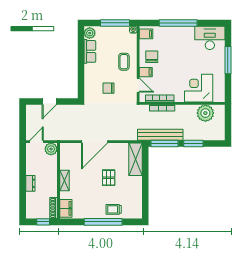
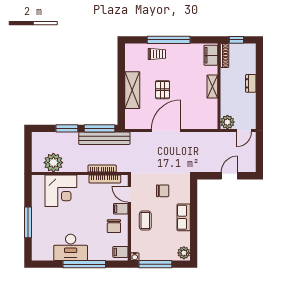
desk: (210, 38) -> (71, 247), moved
row of seats: (90, 51) -> (184, 217), moved
door: (95, 142) -> (166, 131), moved
shelving: (135, 159) -> (132, 90), moved

